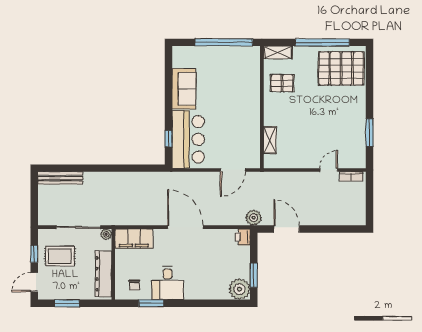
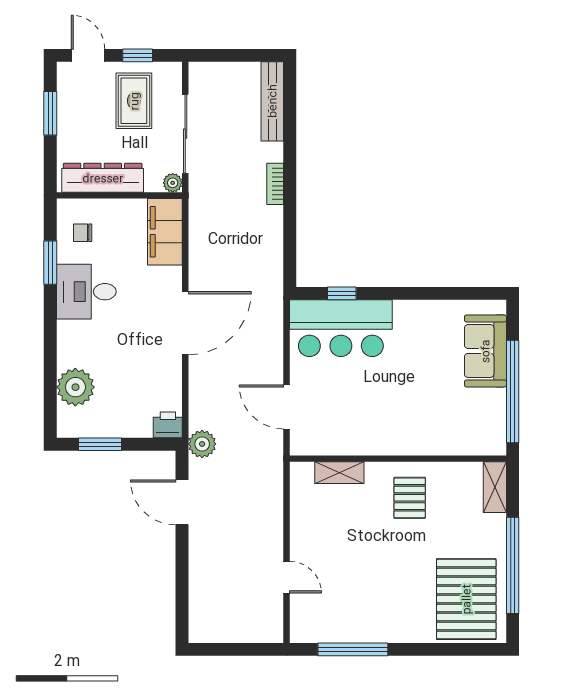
pallet: (282, 83) -> (410, 498), moved
sofa: (184, 89) -> (485, 351), moved, turned 90
window: (370, 132) -> (353, 649), width x1.44
bookcase: (351, 176) -> (275, 184), moved
door: (287, 229) -> (182, 502), swing flipped
plant: (240, 289) -> (75, 387), moved

